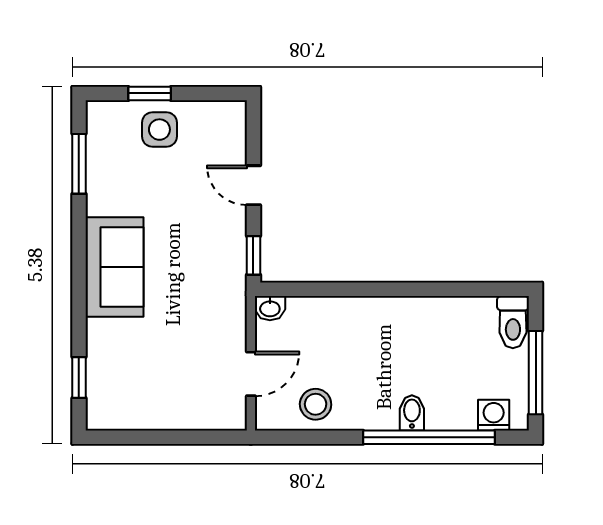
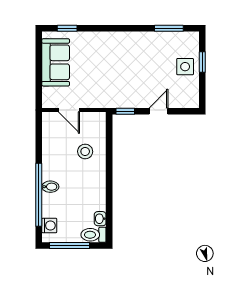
sofa: (114, 267) -> (56, 62), moved, turned -90
washbasin: (270, 308) -> (100, 219), moved
stool: (316, 404) -> (85, 151), moved

